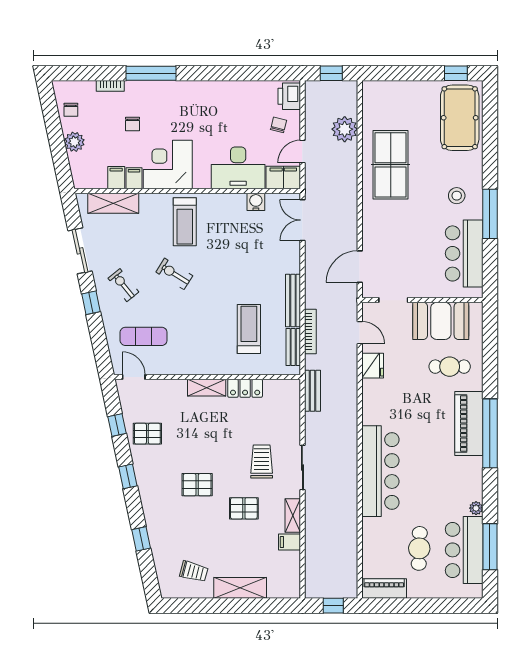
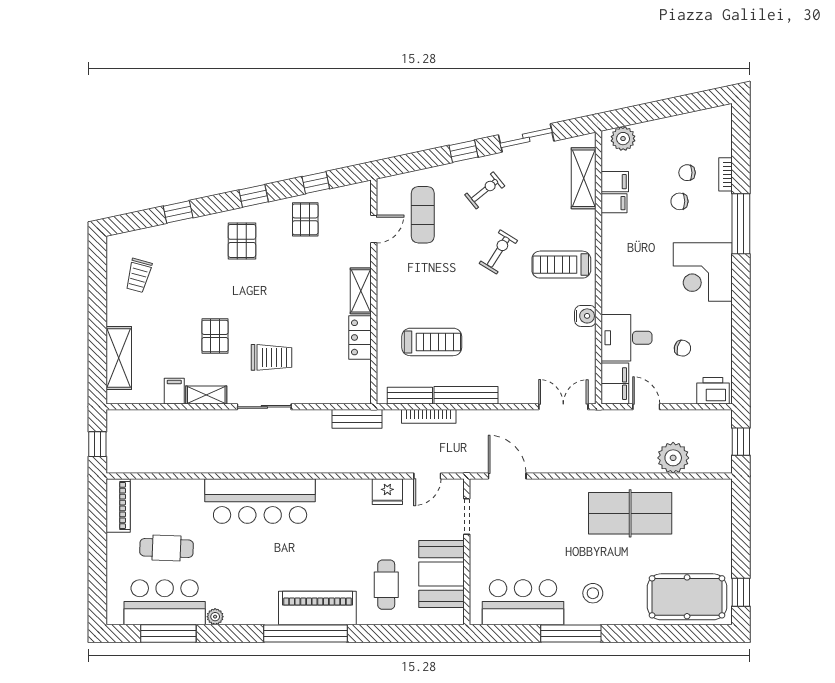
chair: (71, 110) -> (687, 173), moved
chair: (279, 125) -> (682, 348), moved
plant: (74, 142) -> (623, 139), moved
corner desk: (168, 164) -> (703, 272), moved, turned 180
desk: (238, 168) -> (627, 338), width x0.73
water cooler: (256, 202) -> (585, 316), moved
door: (134, 377) -> (374, 229), moved
pallet: (197, 485) -> (242, 241), moved
shelving: (240, 588) -> (119, 358), moved

